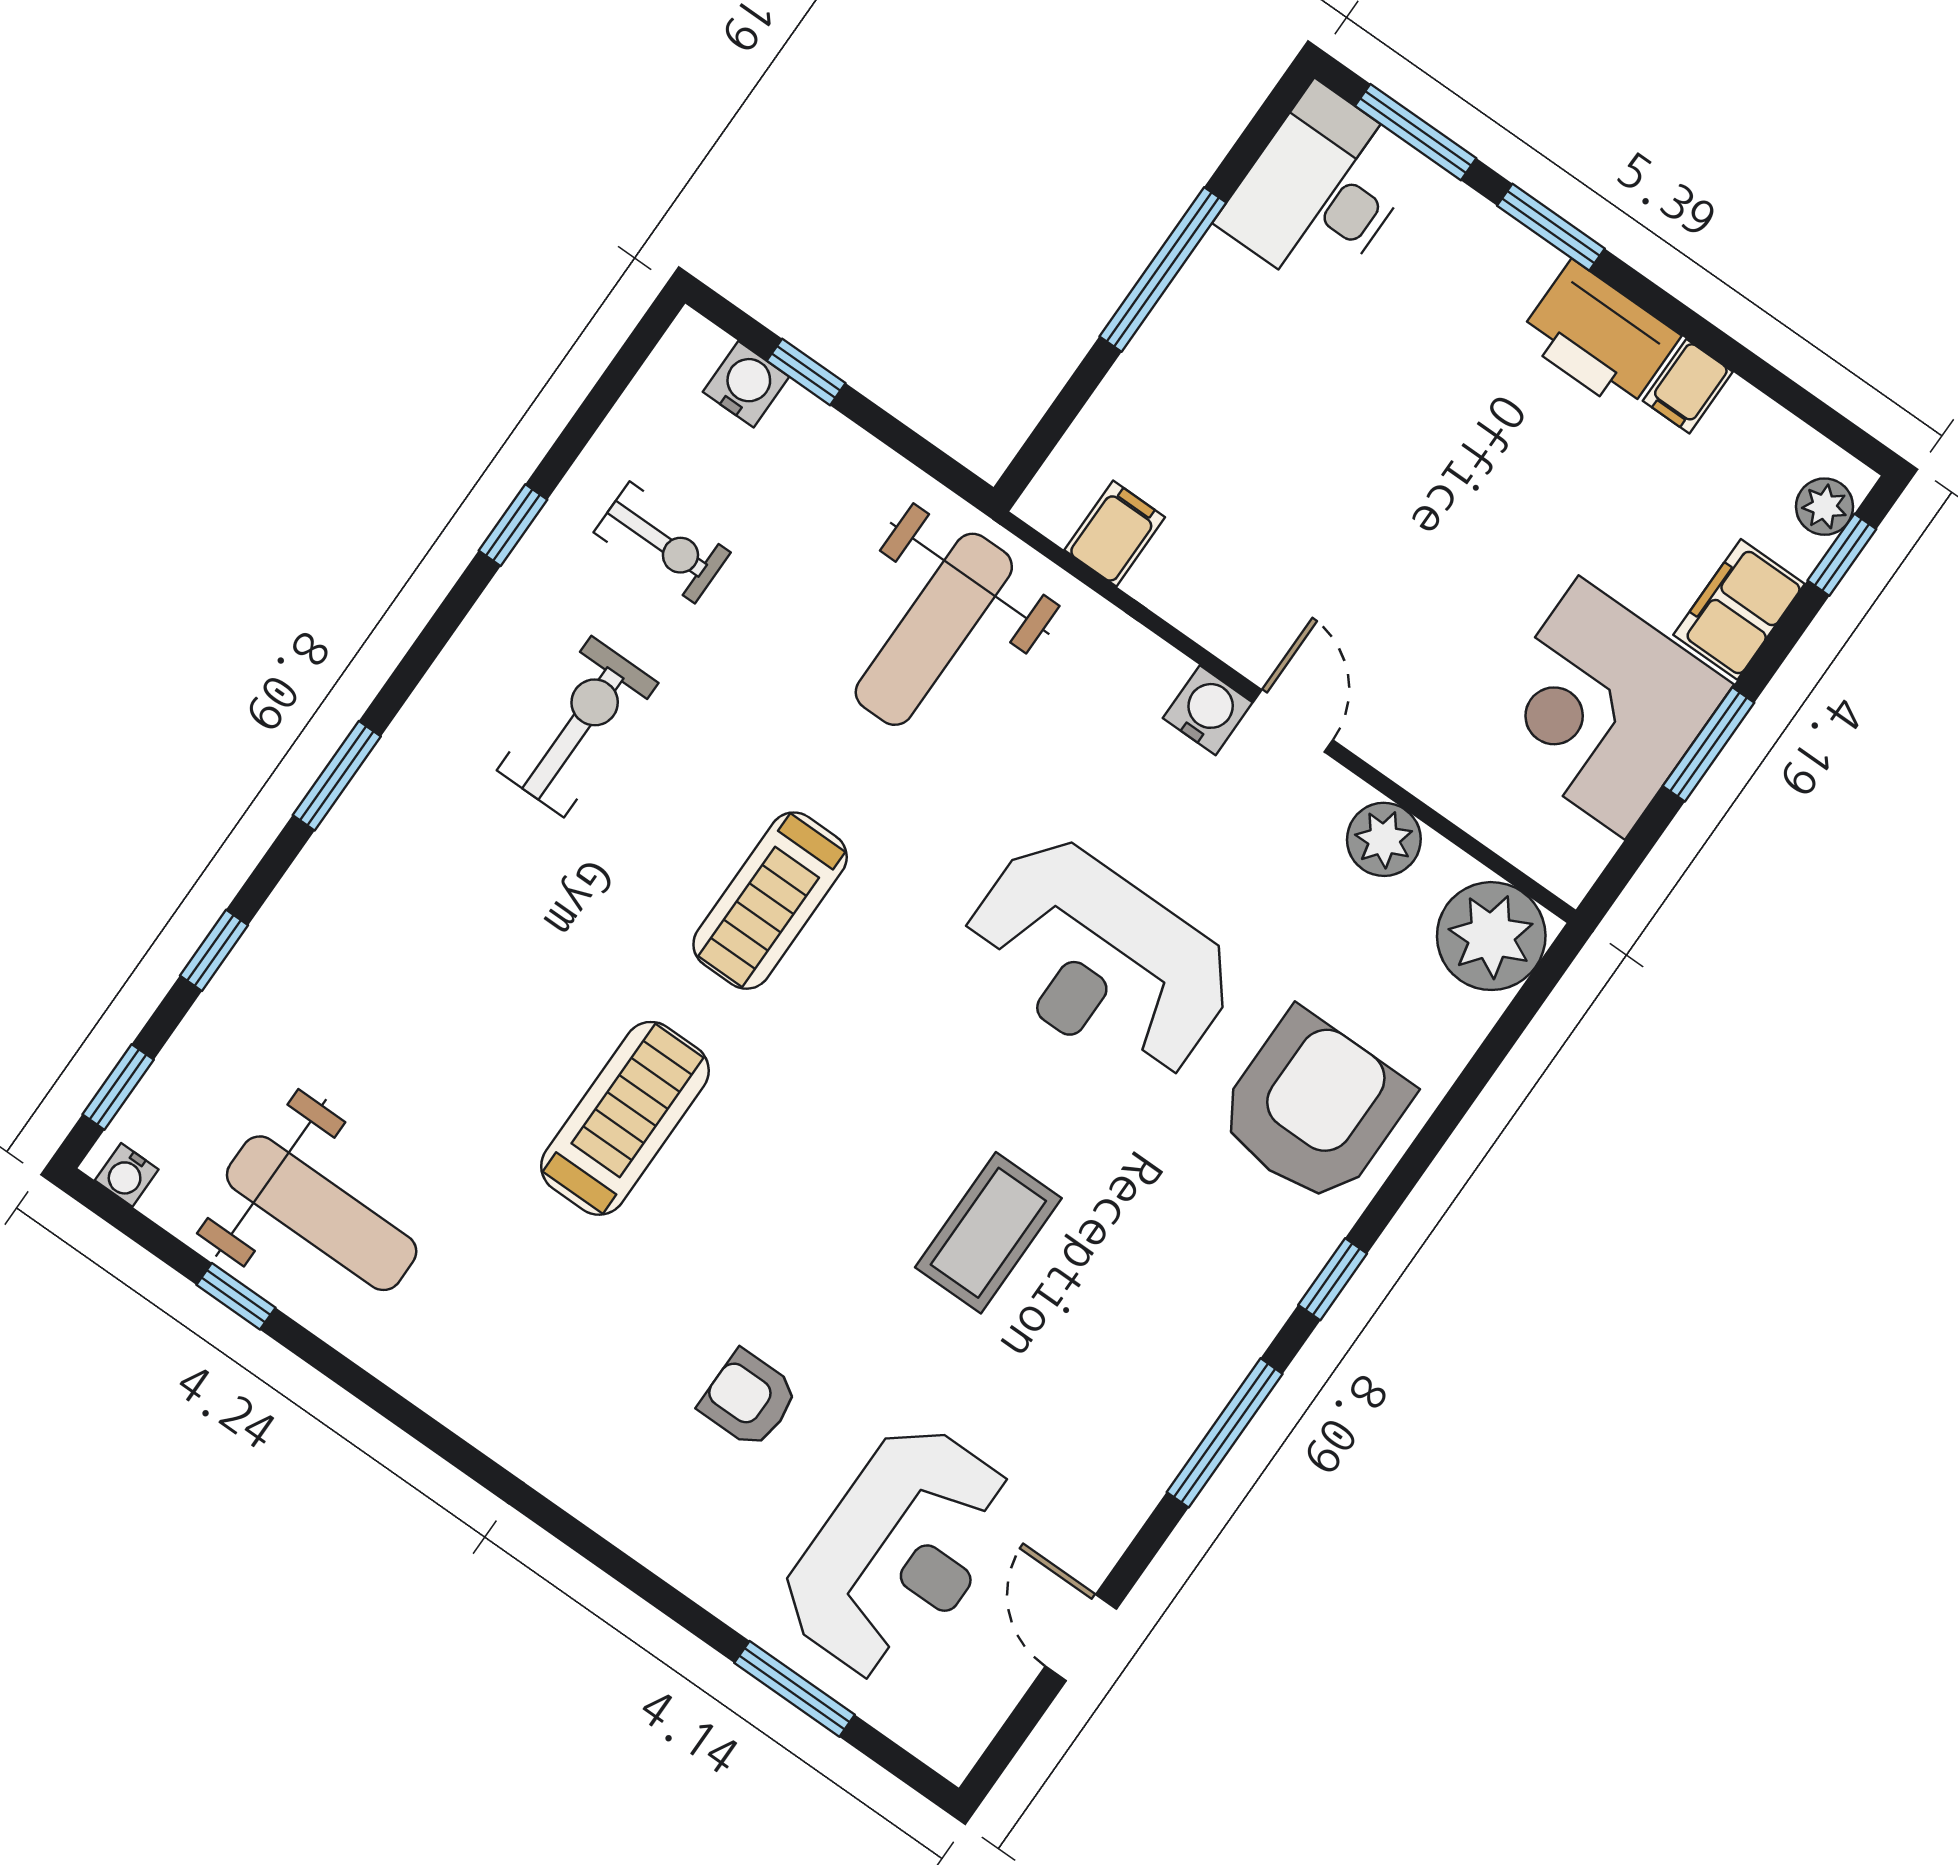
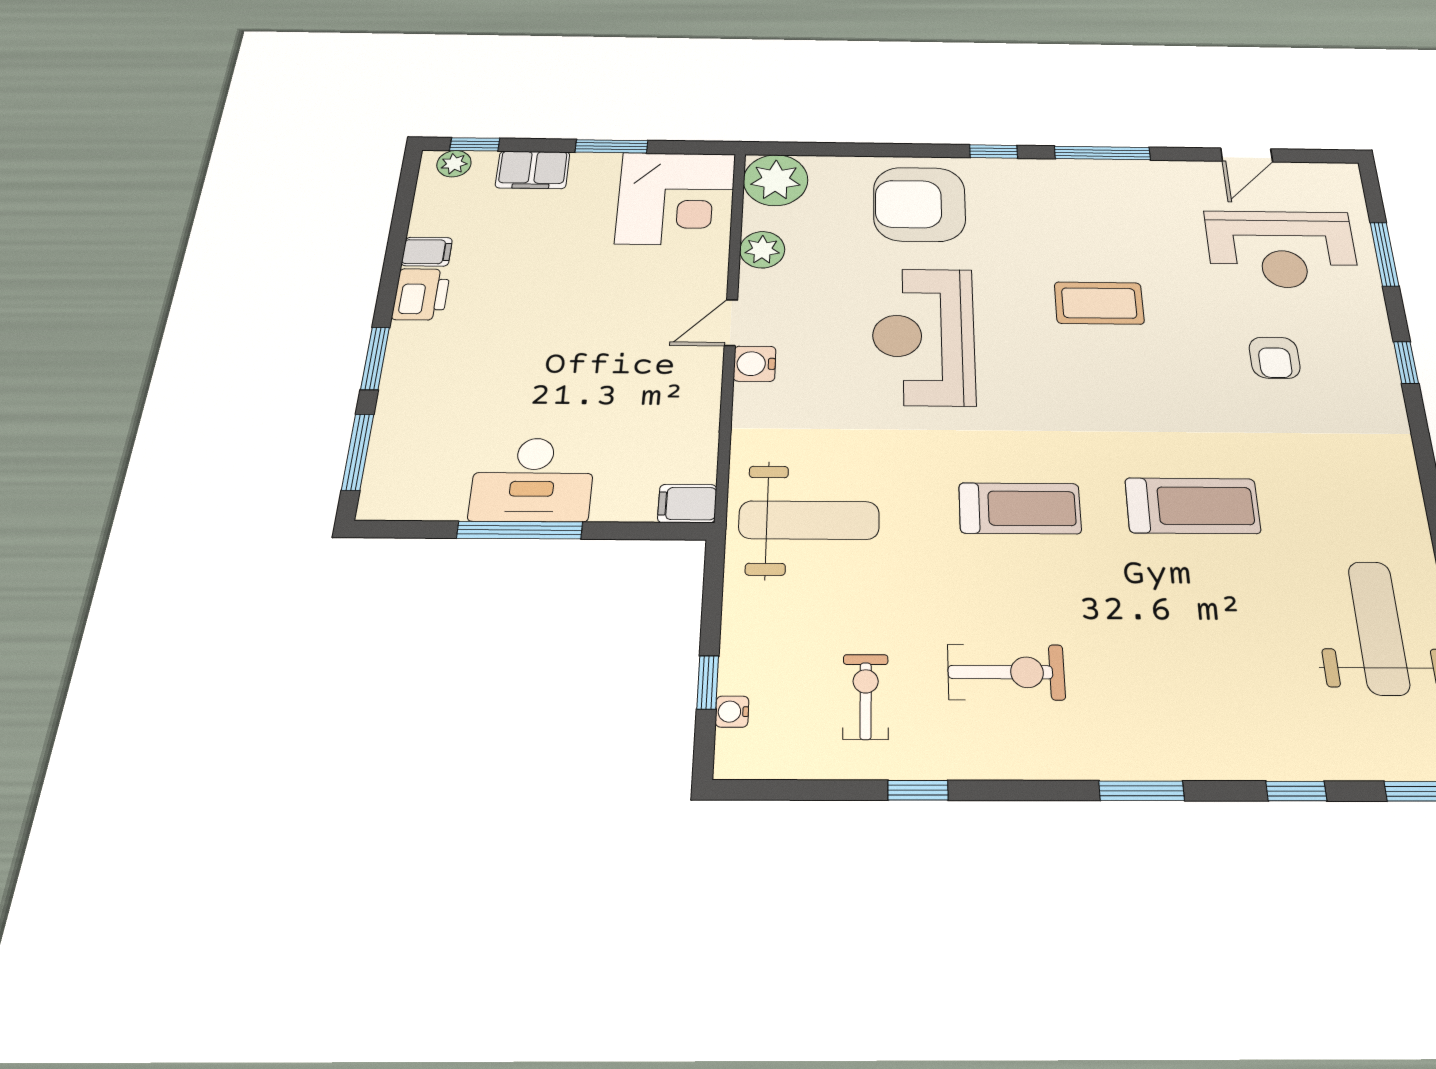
desk: (1320, 190) -> (533, 480), moved
printer: (1599, 337) -> (421, 294), width x0.73, depth x0.84
water cooler: (746, 384) -> (732, 712), width x0.72, depth x0.72
filing cabinet: (1115, 534) -> (687, 504), moved
corner desk: (1602, 708) -> (676, 198), moved
exercise bike: (578, 727) -> (1006, 672), turned 180
reception desk: (1099, 960) -> (923, 336), turned 180
treadmill: (625, 1118) -> (1193, 506), turned 180
reception desk: (899, 1552) -> (1282, 249), turned 180
window: (622, 1568) -> (1406, 362), added

